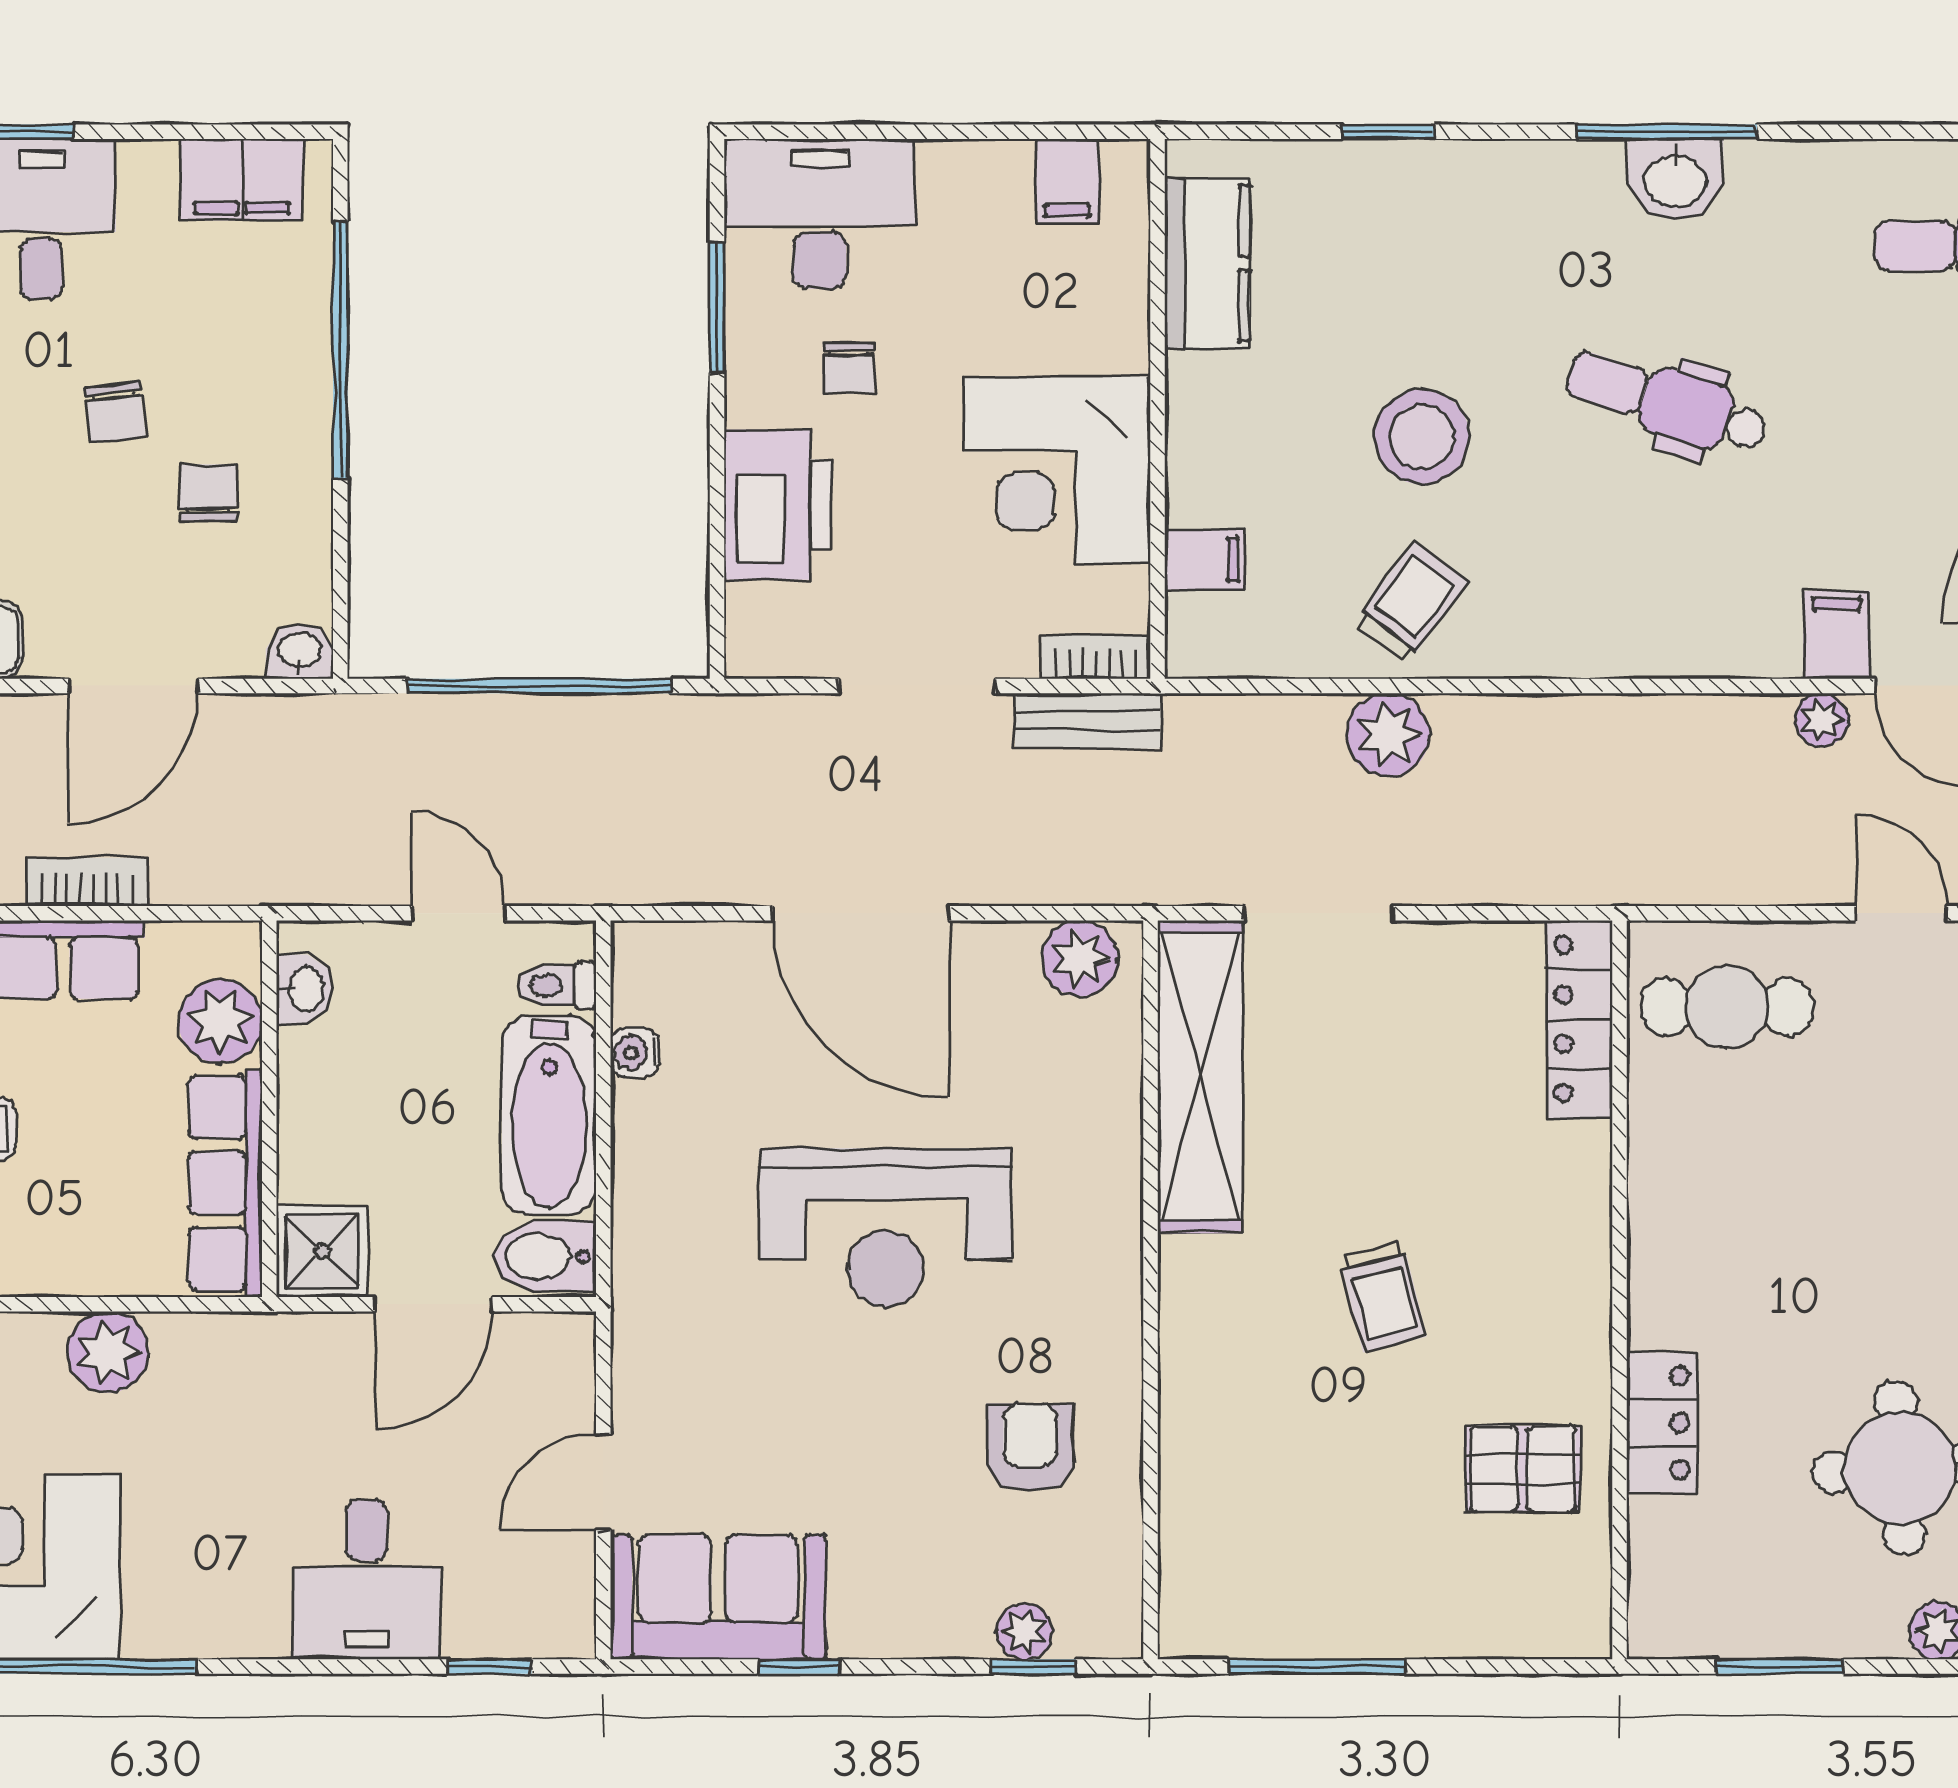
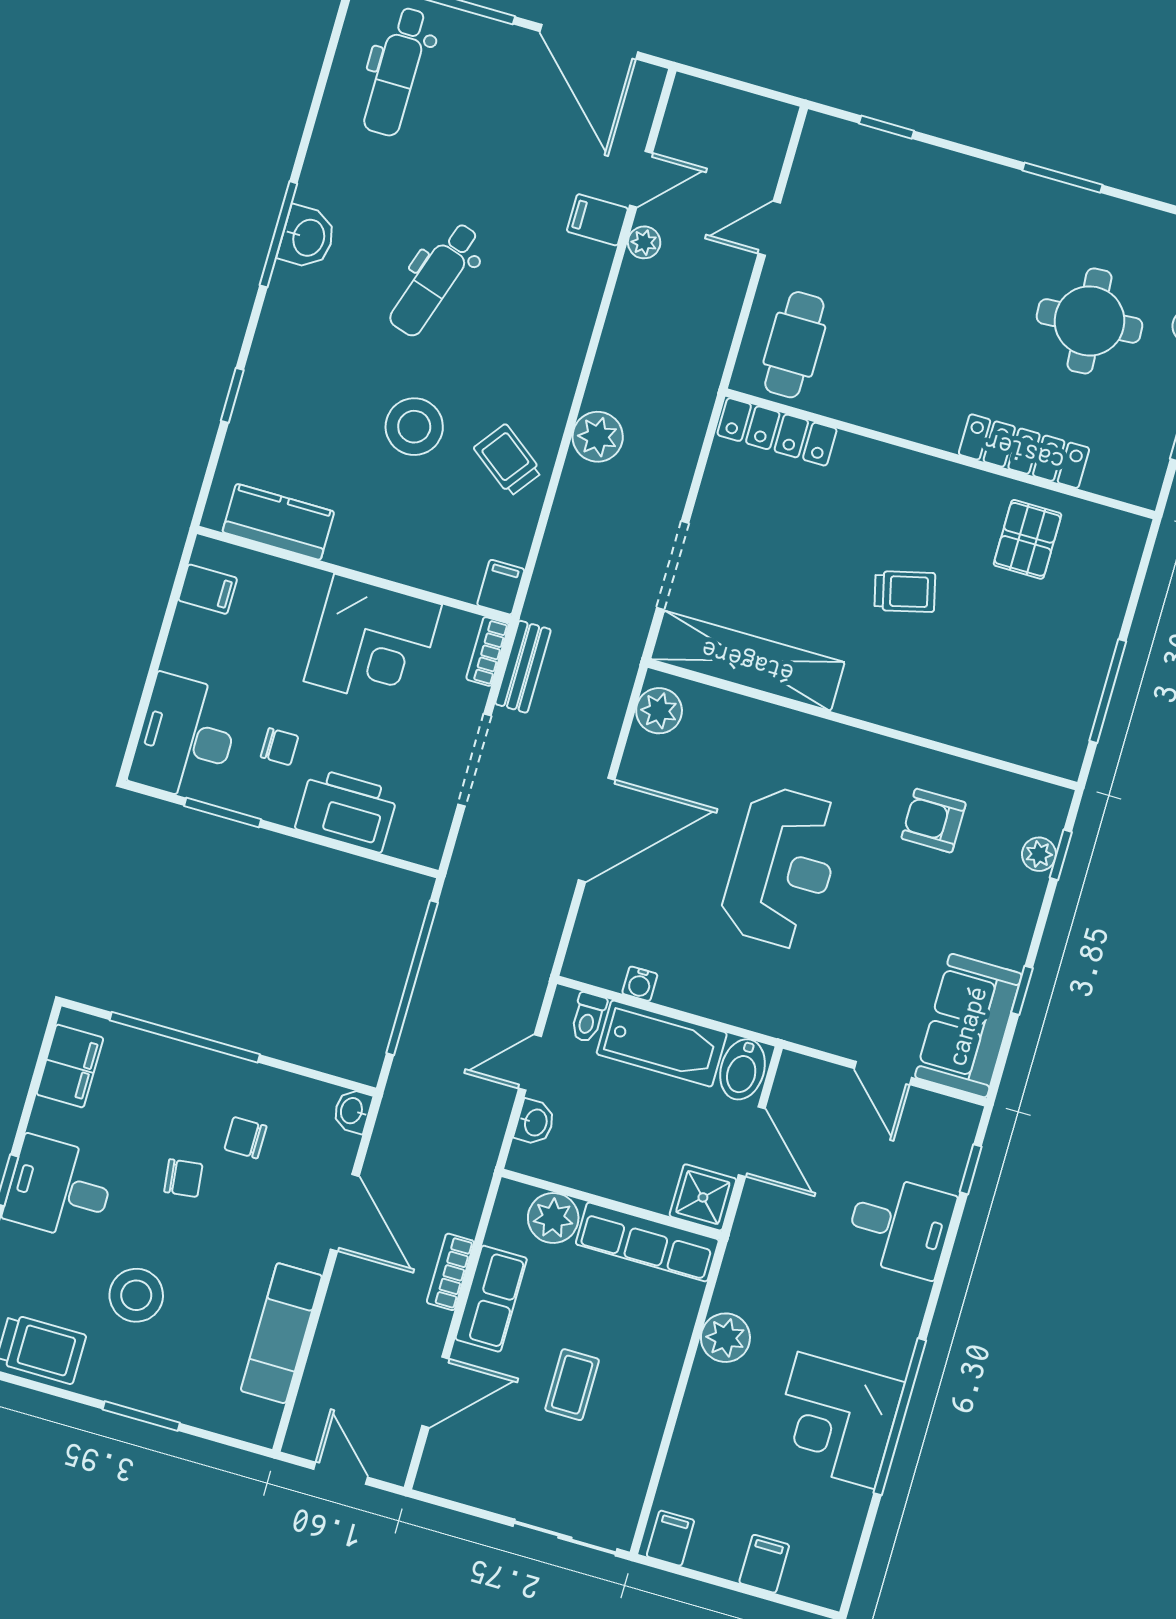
filing cabinet: (1205, 560) -> (501, 587), moved
plant: (1388, 735) -> (598, 437), moved
washbasin: (304, 989) -> (535, 1122), moved, turned 90
locker: (1662, 1423) -> (1024, 451), width x1.53

